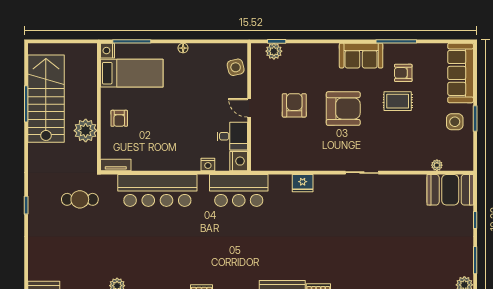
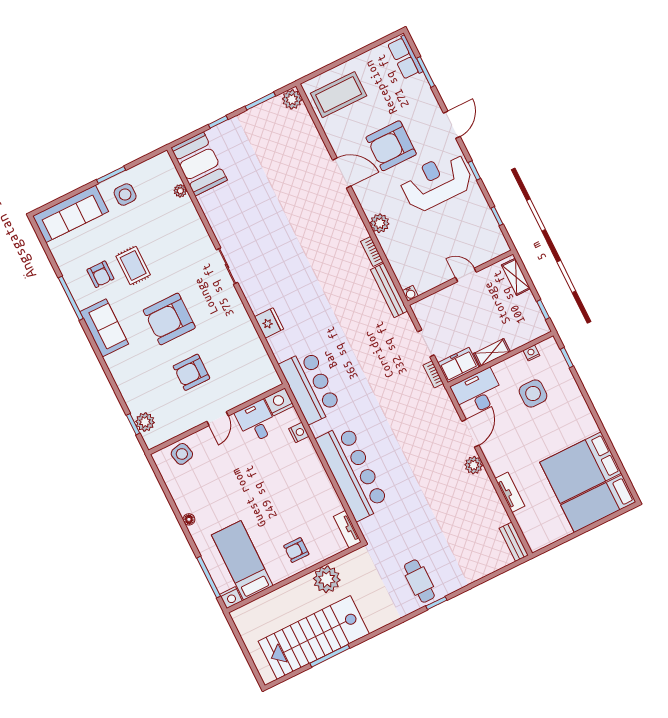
armchair: (343, 109) -> (169, 319), turned -90
armchair: (119, 118) -> (296, 550), turned 180
cafe table: (80, 199) -> (419, 581), moved

